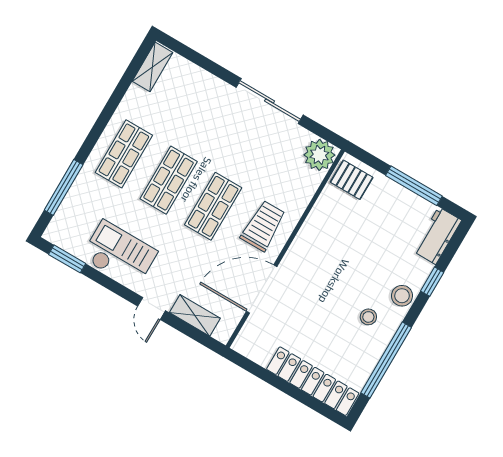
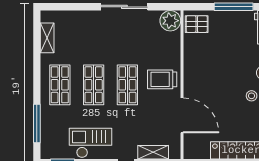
shelving: (153, 67) -> (47, 38), moved
trolley: (263, 226) -> (162, 79), turned -90
door: (262, 289) -> (182, 115), swing flipped

